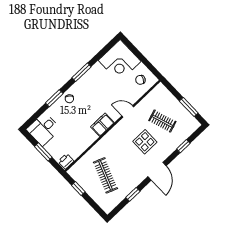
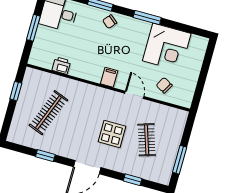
corner desk: (120, 61) -> (167, 47), moved, turned -90
chair: (140, 80) -> (164, 85), moved
filing cabinet: (102, 125) -> (109, 77), width x0.50
printer: (66, 161) -> (61, 66), moved

